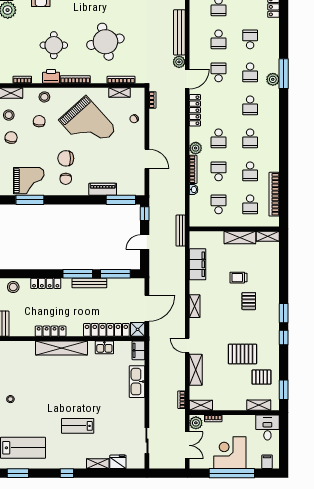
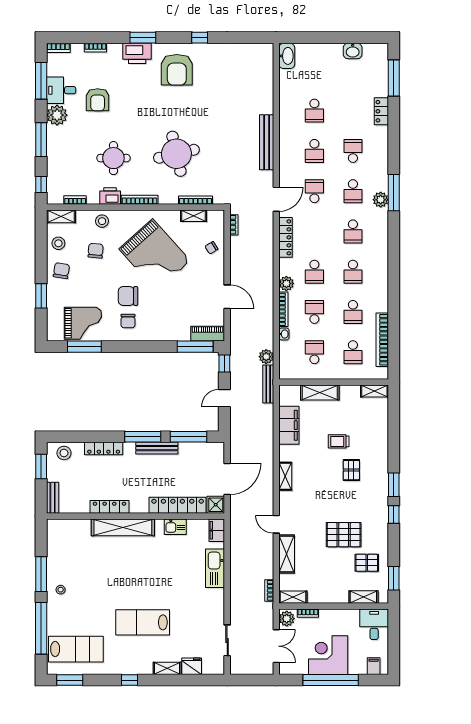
plant: (179, 62) -> (266, 357), moved
piano: (103, 189) -> (208, 334), moved
shelving: (240, 237) -> (320, 393), moved
lab bench: (78, 426) -> (143, 622), width x1.36, depth x1.39

